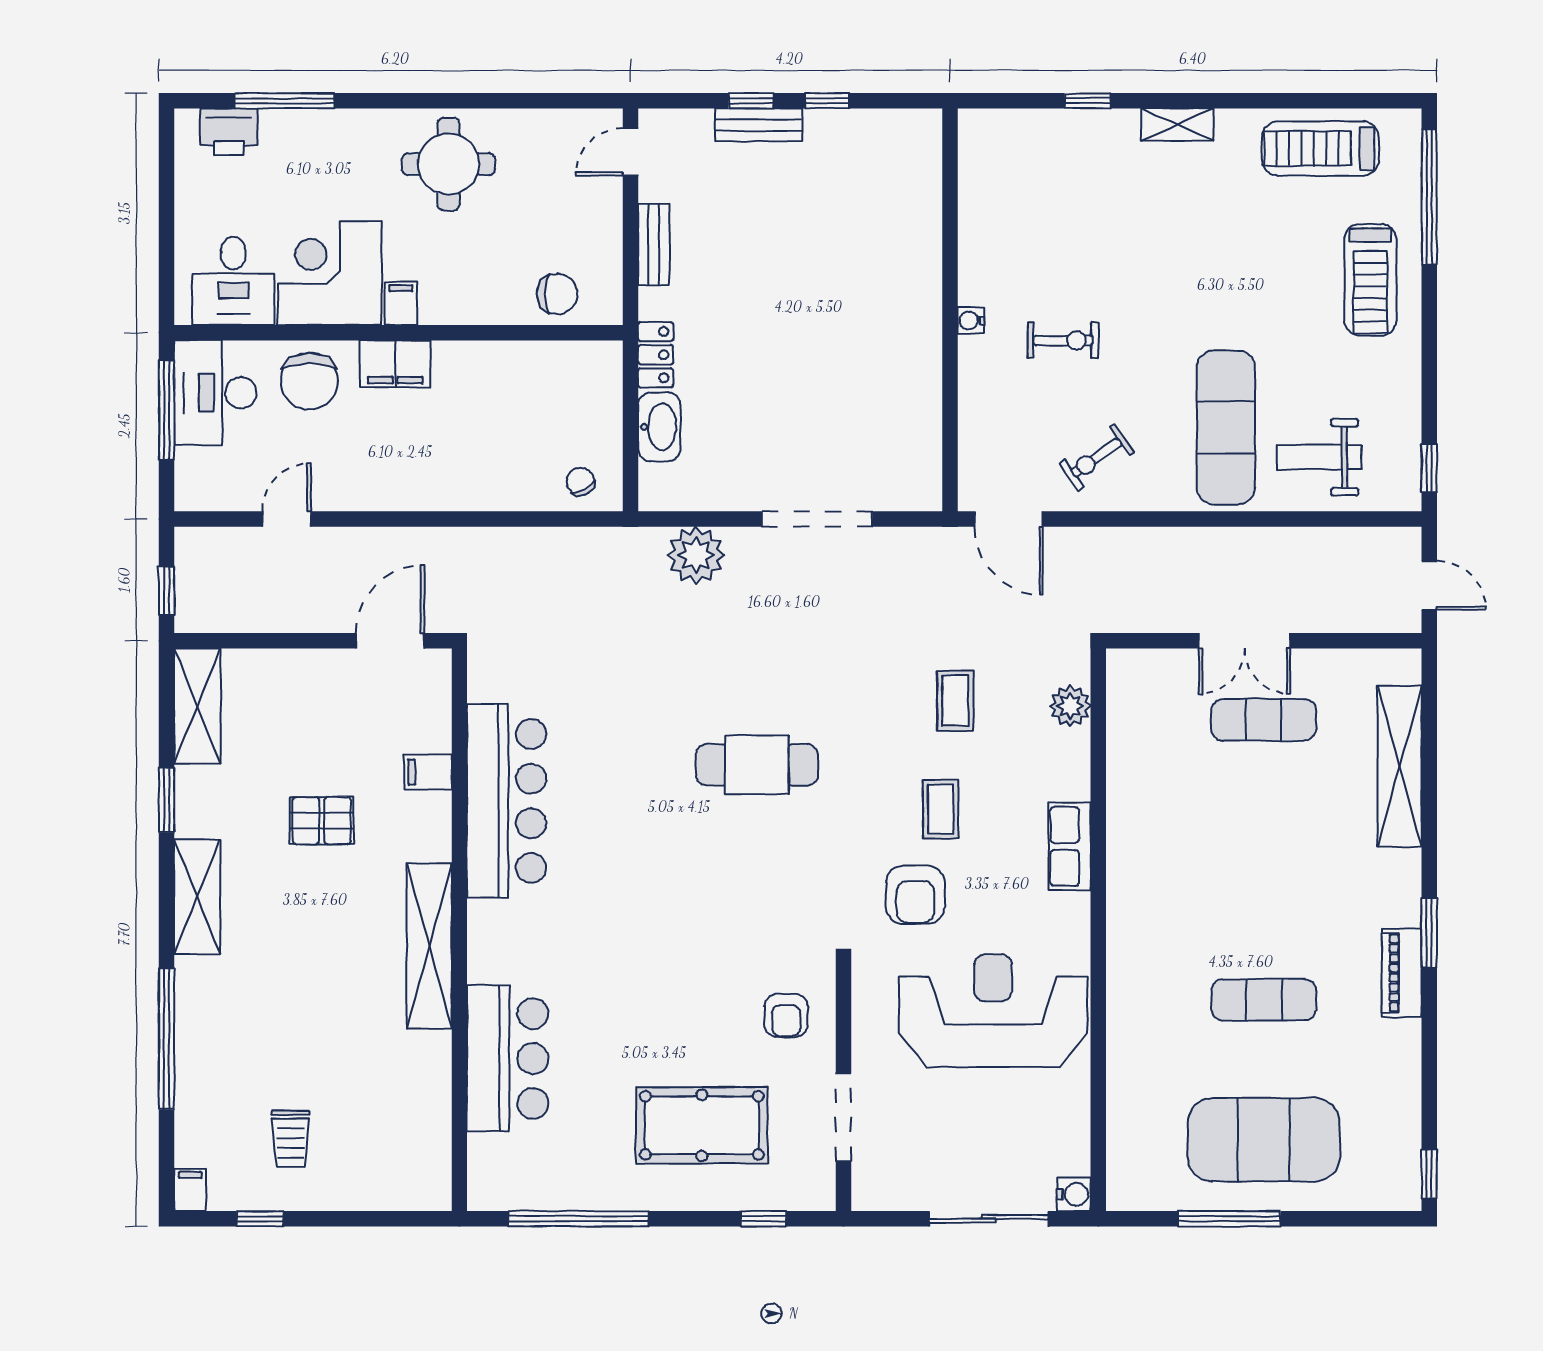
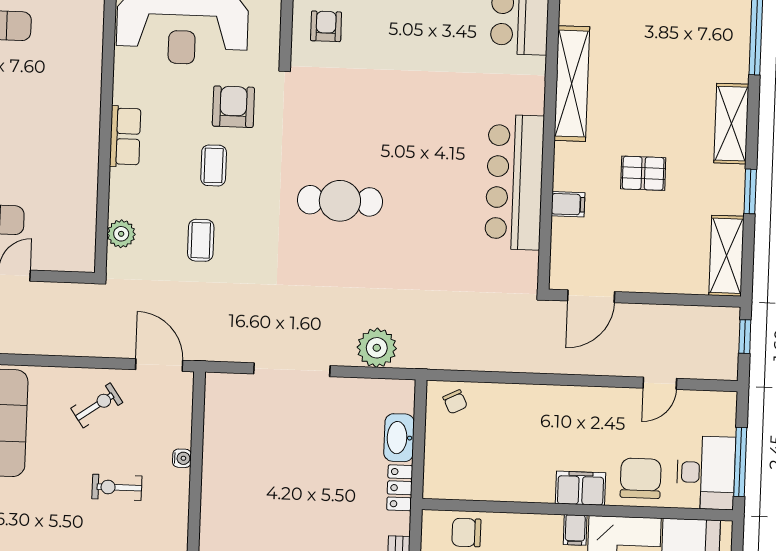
water cooler: (971, 320) -> (182, 458), moved

